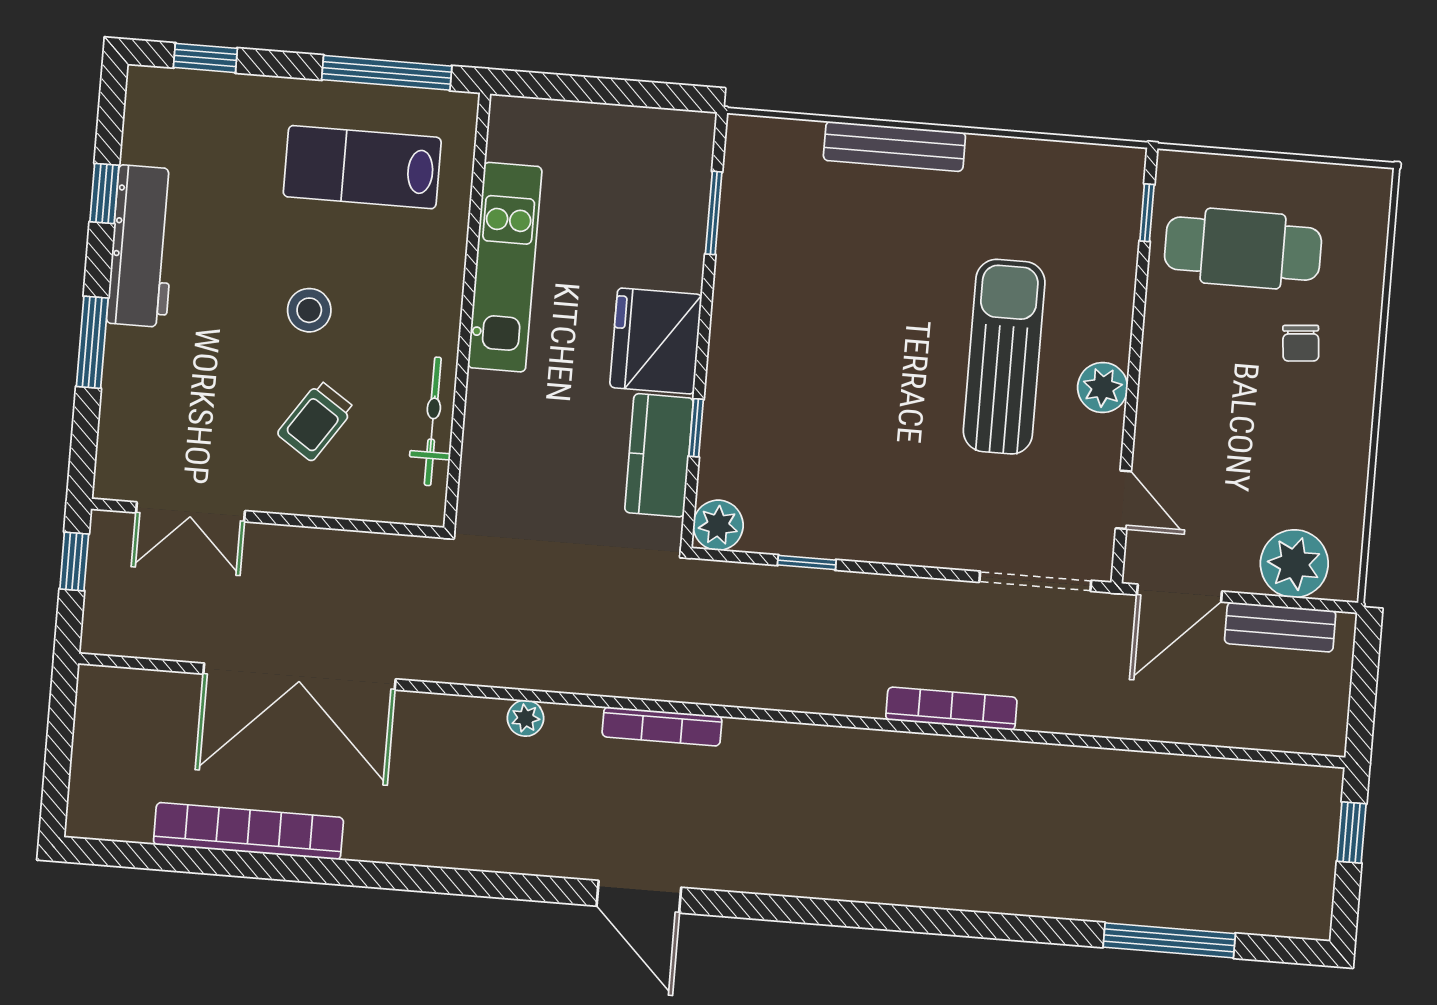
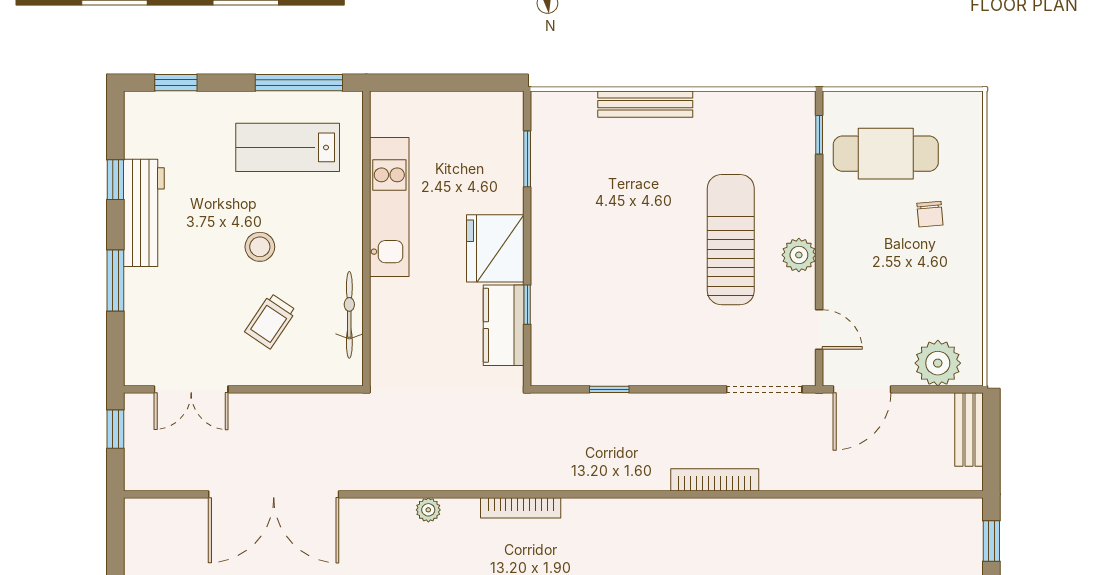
plant: (718, 525) -> (547, 369), removed
bench: (1280, 627) -> (969, 429), moved, turned 90

